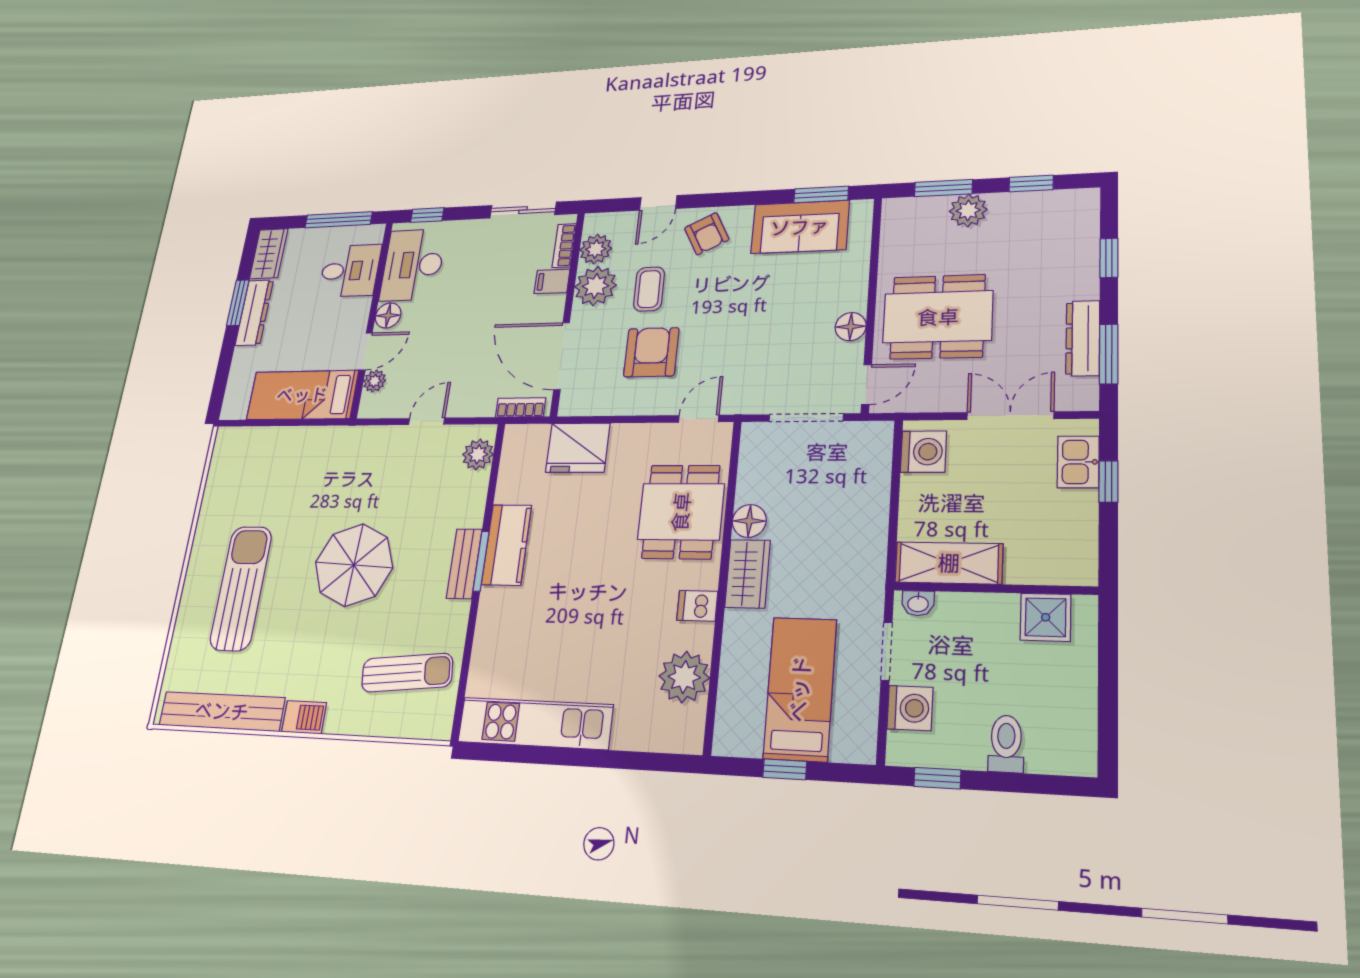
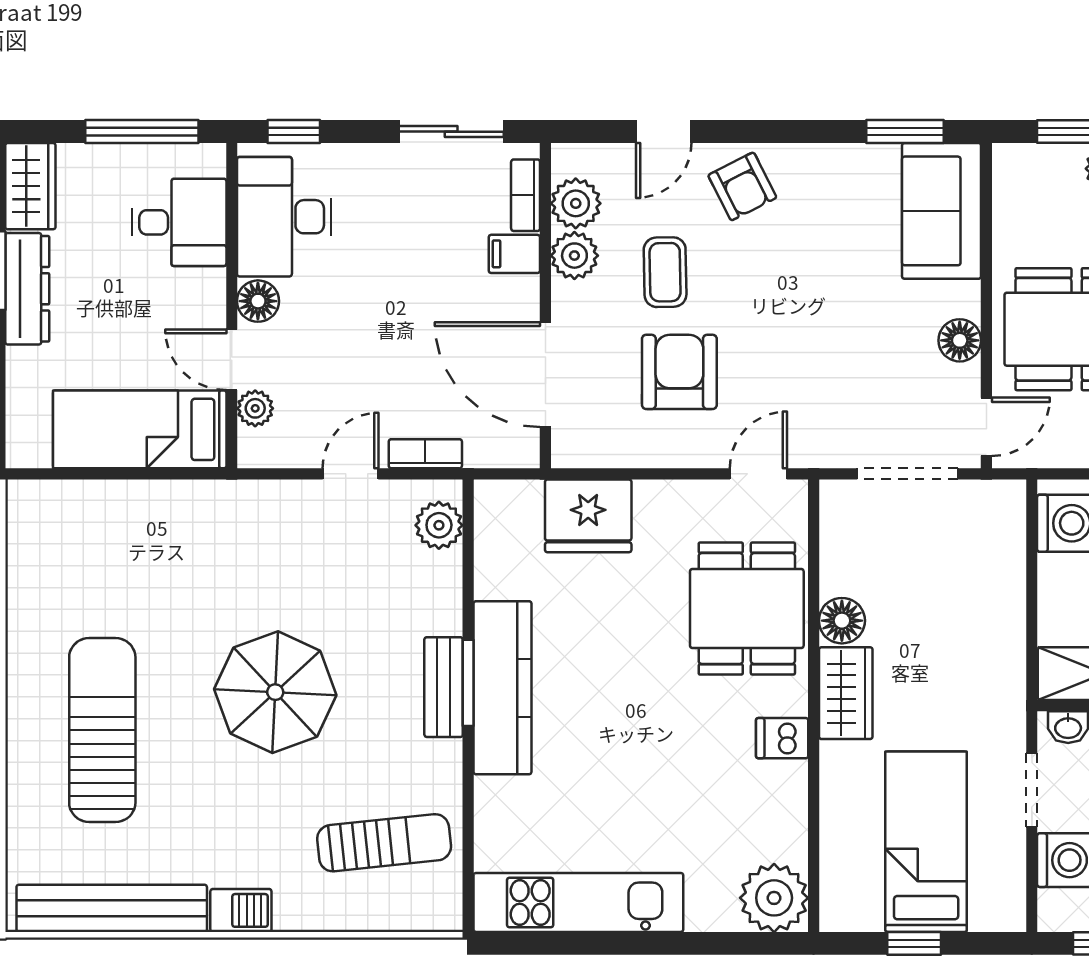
sofa: (800, 227) -> (942, 211), moved, turned 90
plant: (596, 286) -> (574, 256), width x0.73, depth x0.73
door: (366, 351) -> (232, 360), swing flipped
bookcase: (520, 407) -> (425, 454), moved
kitchen counter: (507, 545) -> (502, 688), width x1.50
plant: (684, 677) -> (774, 898), moved

